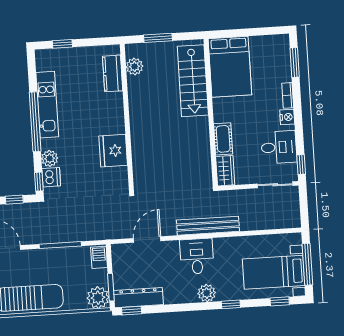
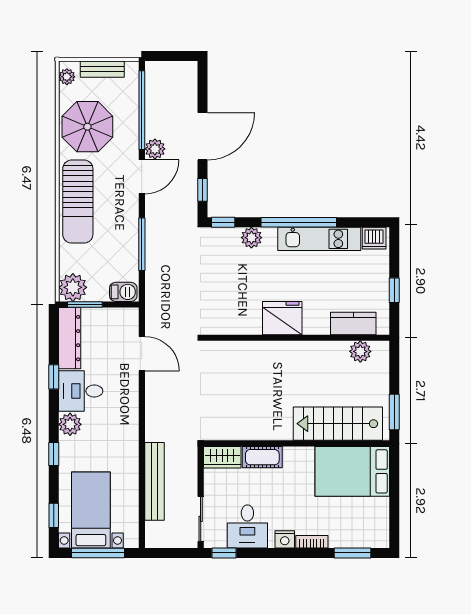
window: (158, 38) -> (394, 412), moved
window: (62, 44) -> (394, 290), moved
fridge: (113, 151) -> (282, 318), moved
dishwasher: (51, 177) -> (374, 238), moved
bench: (208, 226) -> (155, 481), moved
desk: (197, 256) -> (81, 391), moved, turned 180
window: (132, 311) -> (54, 377), moved

